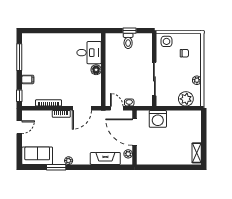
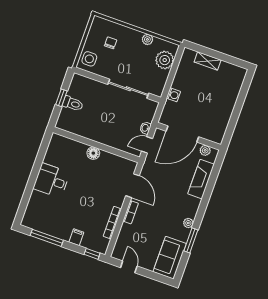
desk: (89, 53) -> (51, 181), moved, turned -90
washing machine: (158, 119) -> (173, 95), width x0.53, depth x0.53
shelving: (197, 153) -> (208, 61), moved

